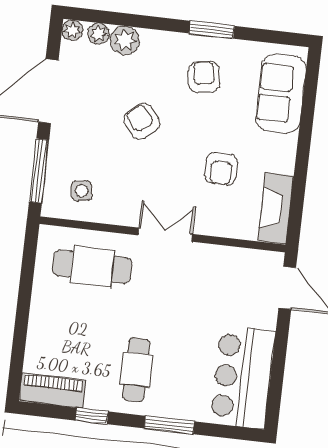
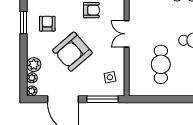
armchair: (204, 77) -> (47, 24), turned 98
armchair: (142, 121) -> (72, 52), width x1.88, depth x1.88
cafe table: (92, 267) -> (161, 64), moved

